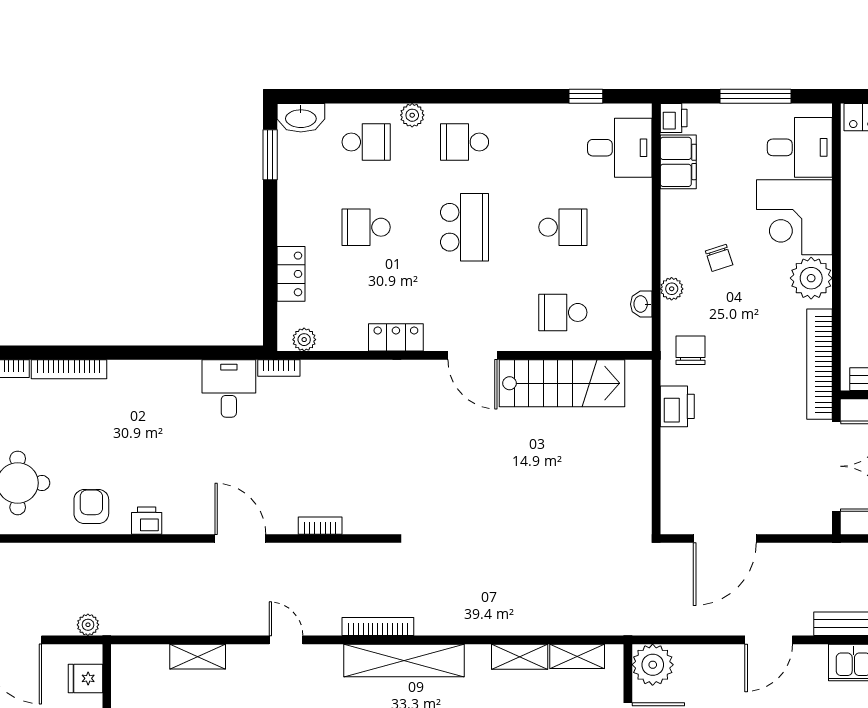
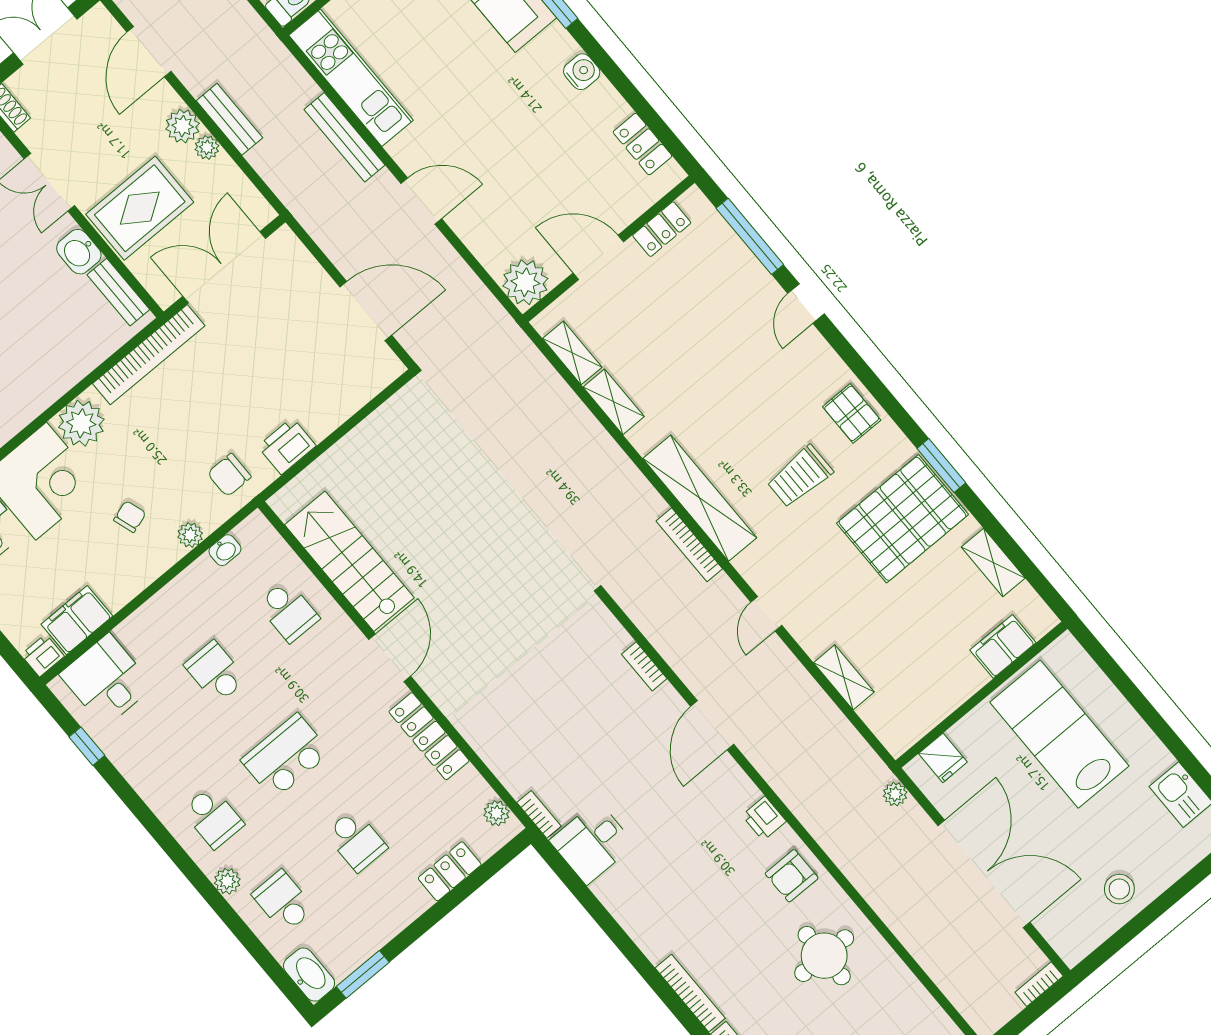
locker: (396, 337) -> (429, 736), width x1.53

